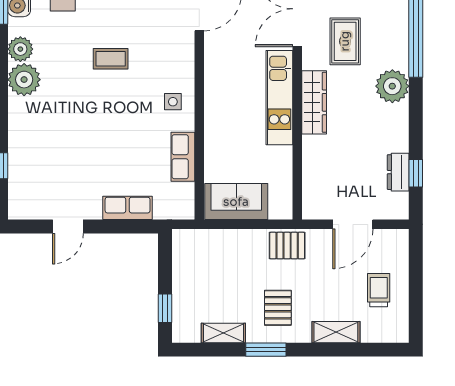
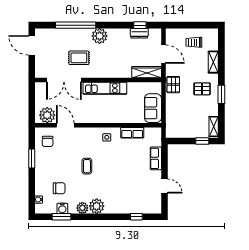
wardrobe: (314, 102) -> (147, 72), moved
shelving: (223, 333) -> (214, 127), moved

